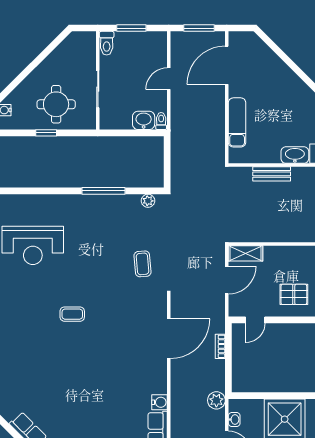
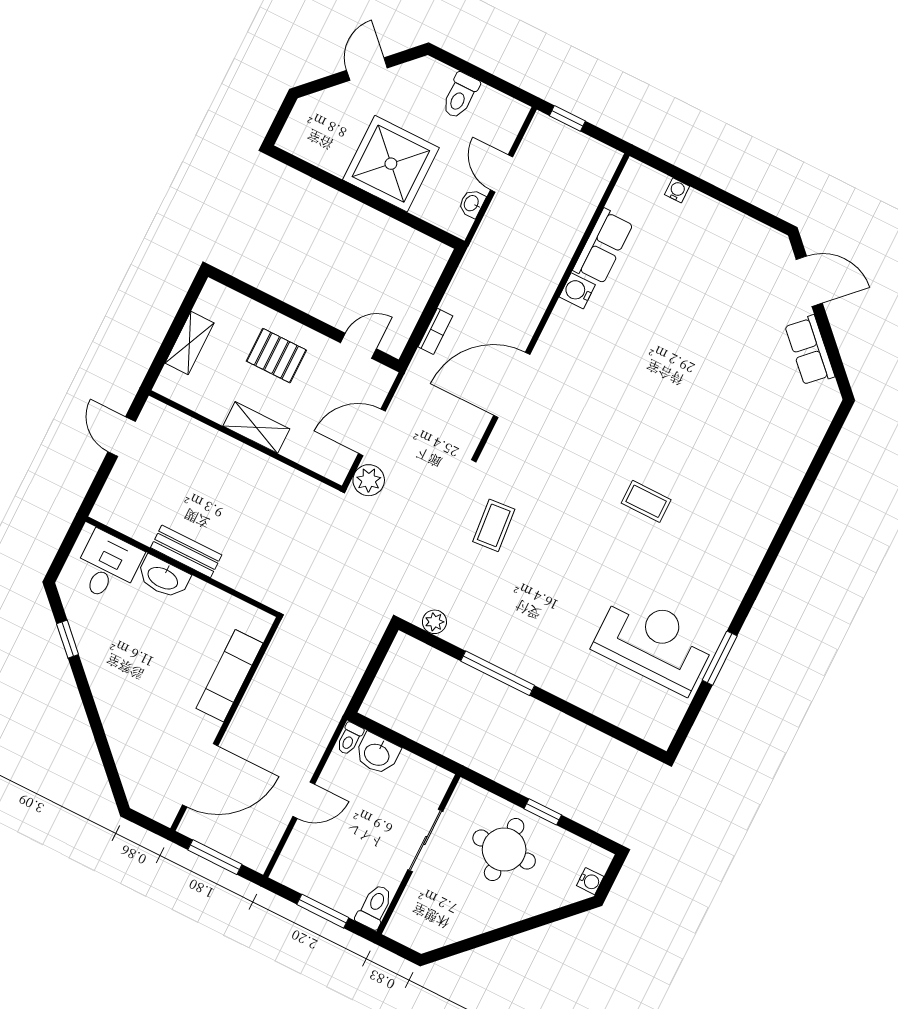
bench: (272, 174) -> (186, 551), moved
shelving: (245, 253) -> (256, 427), moved
plant: (216, 400) -> (369, 480), moved

